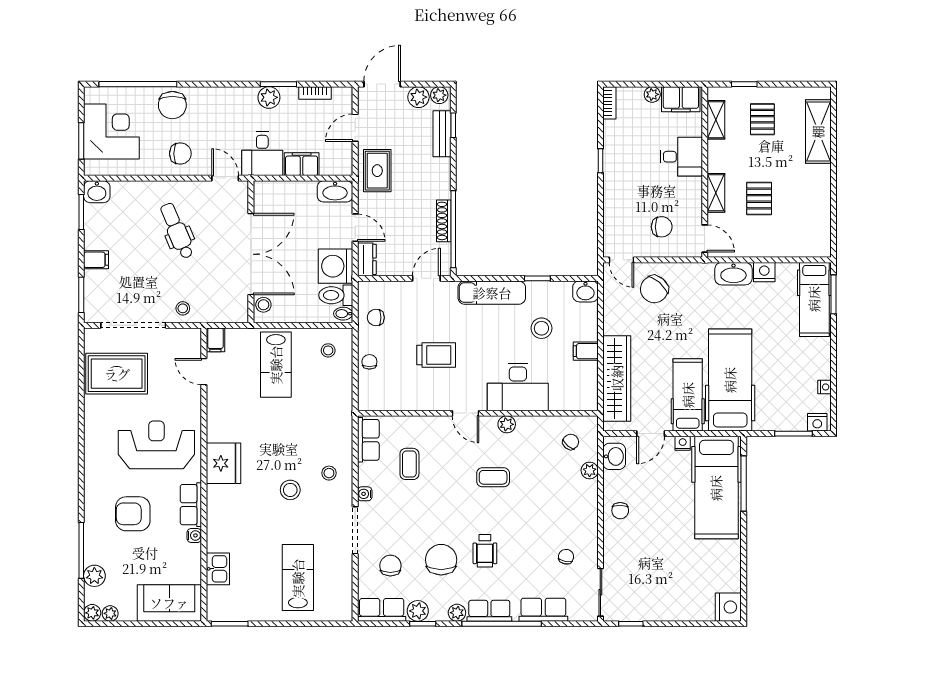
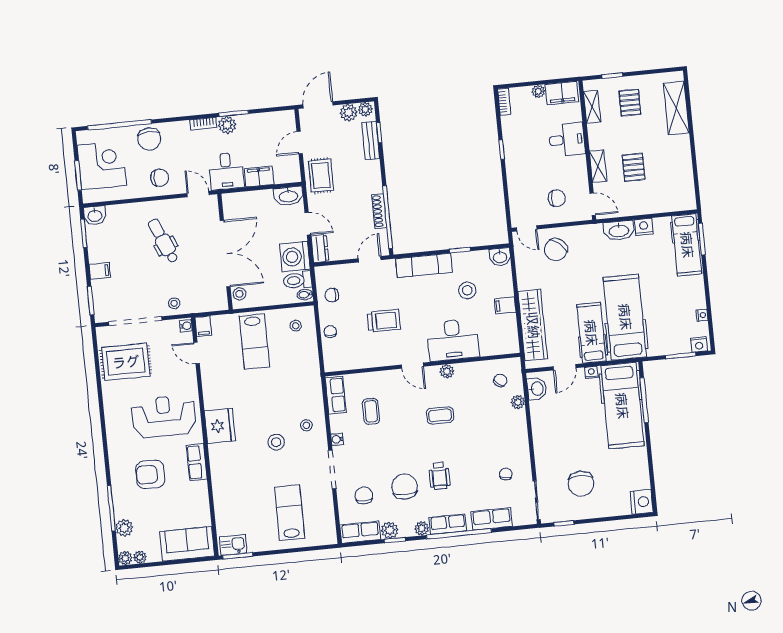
bookcase: (315, 93) -> (203, 124), moved
chair: (620, 511) -> (581, 484), moved, width x1.87, depth x1.87
water cooler: (194, 535) -> (186, 326), moved
kitchen sink: (218, 569) -> (233, 545), moved, turned -90

